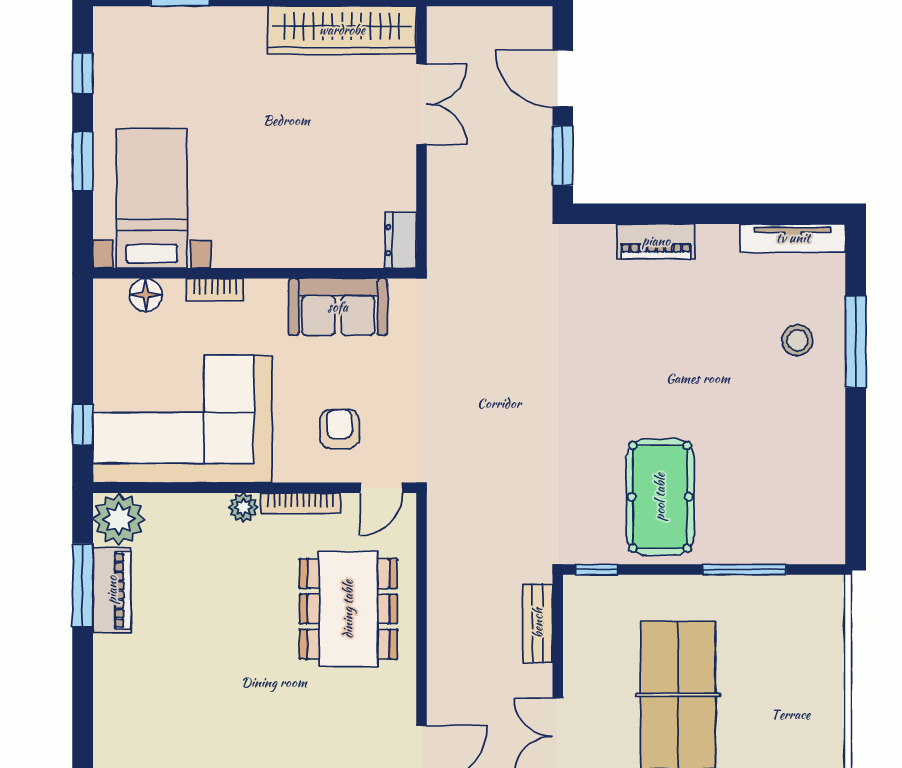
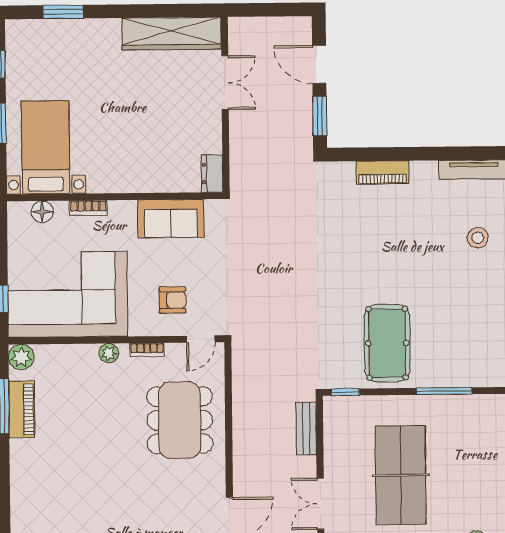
armchair: (340, 429) -> (173, 300), turned 90
bookcase: (300, 503) -> (147, 350), width x0.64
plant: (119, 519) -> (21, 357), width x0.73, depth x0.73

